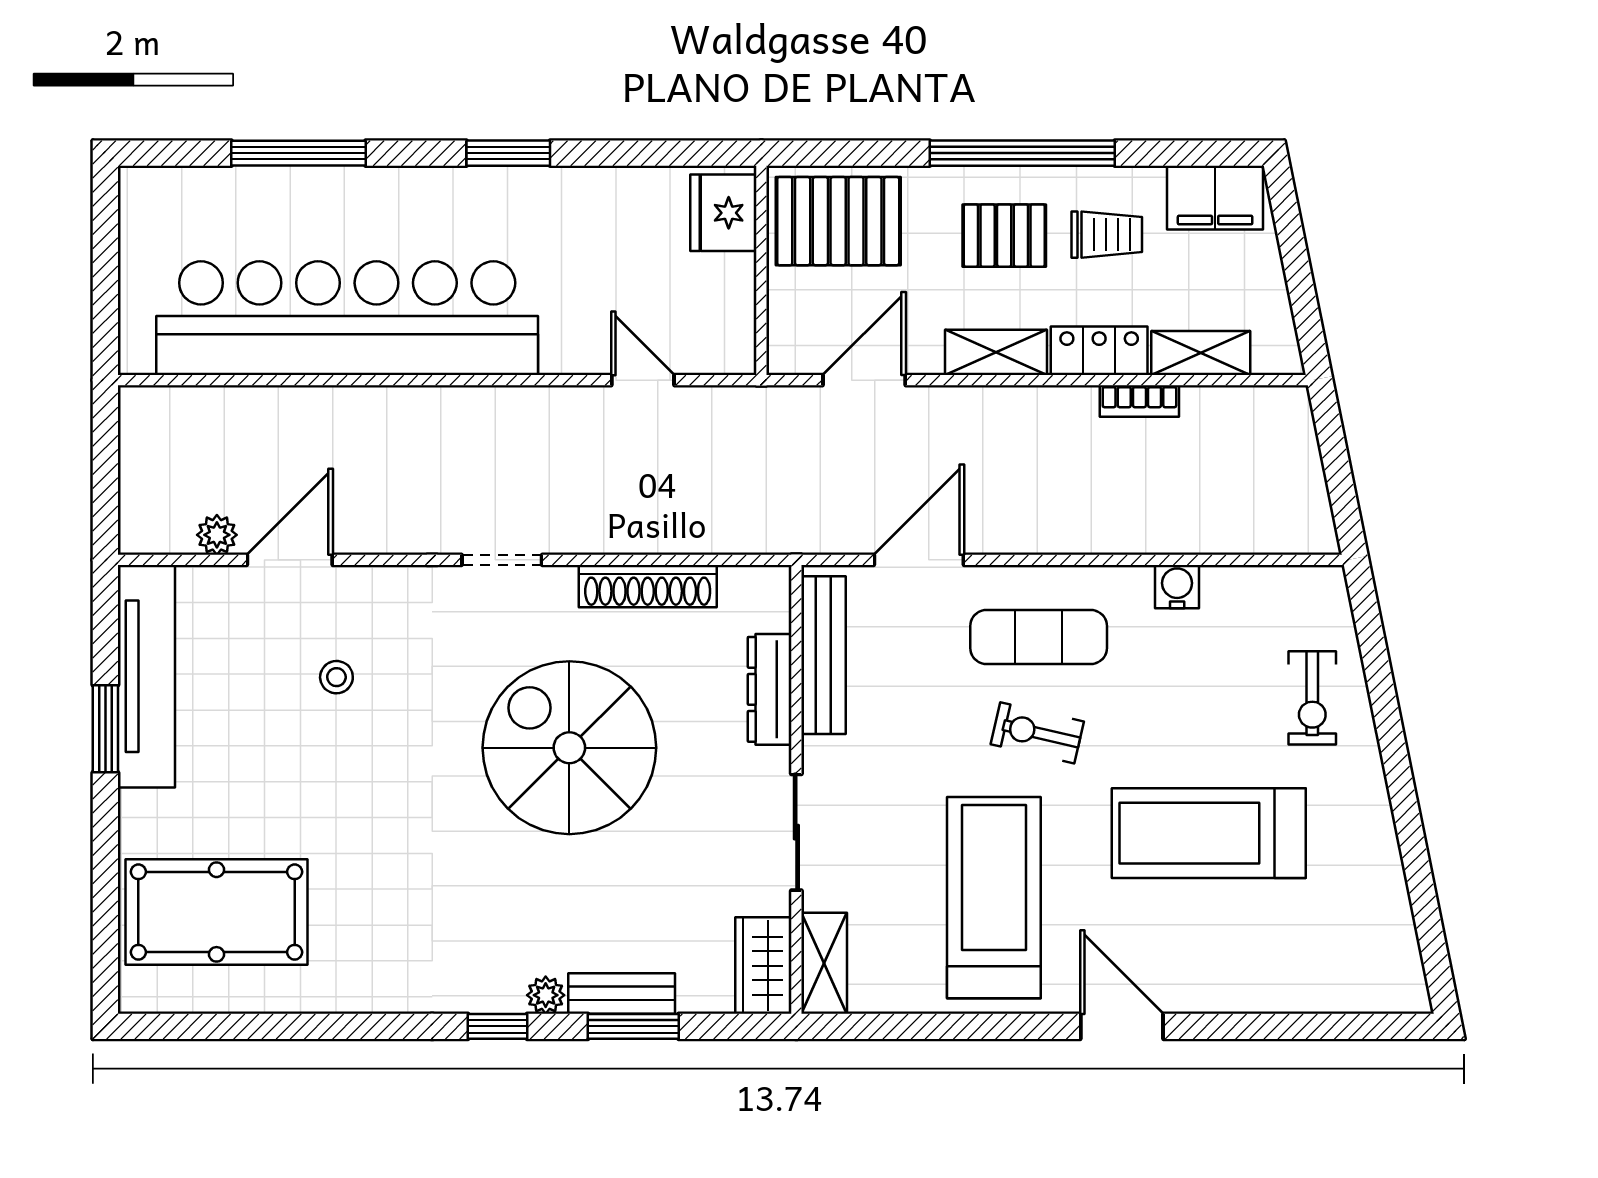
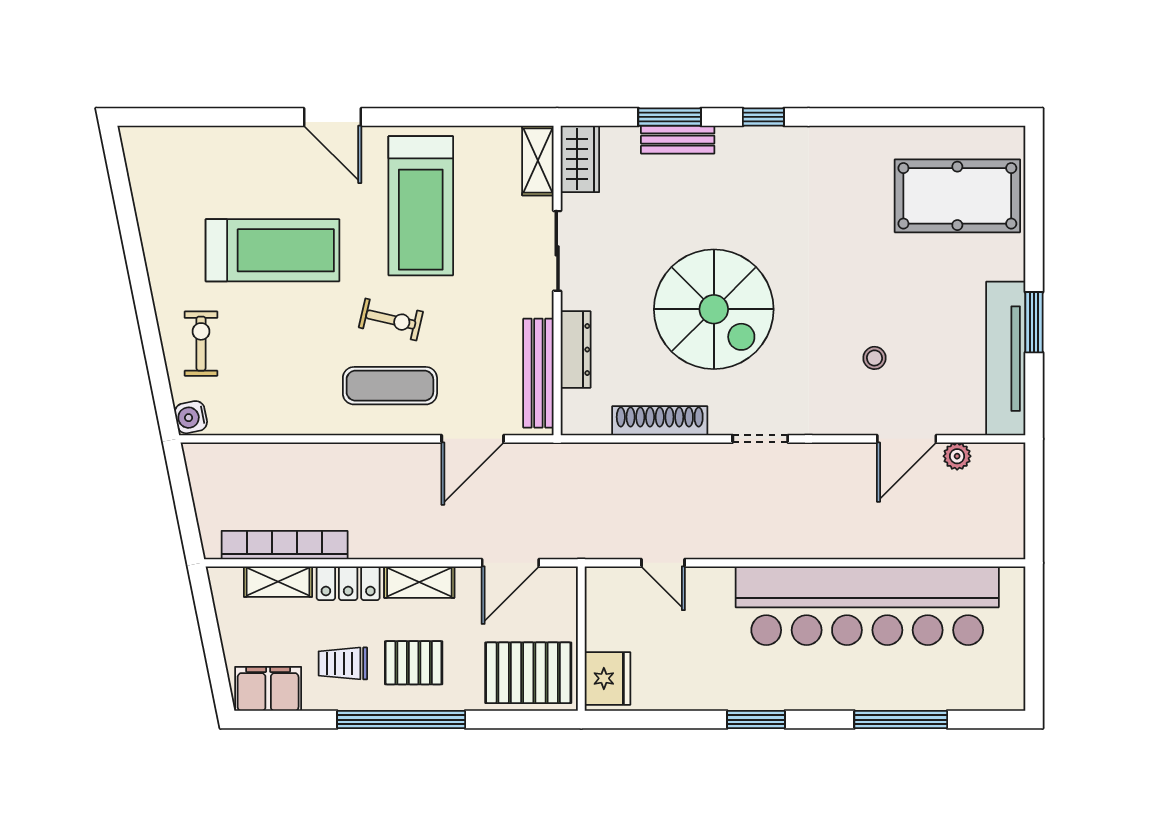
bookcase: (1139, 401) -> (285, 545), width x2.31, depth x1.31
water cooler: (1177, 587) -> (191, 417), moved, turned 79
plant: (546, 995) -> (730, 139), removed

